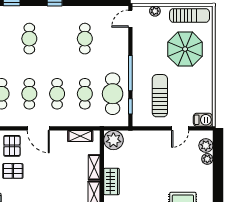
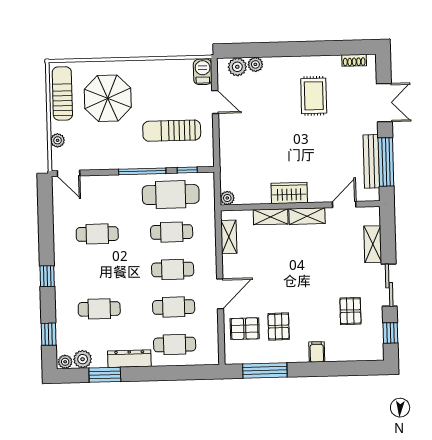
plant: (113, 140) -> (227, 198), width x0.53, depth x0.53

